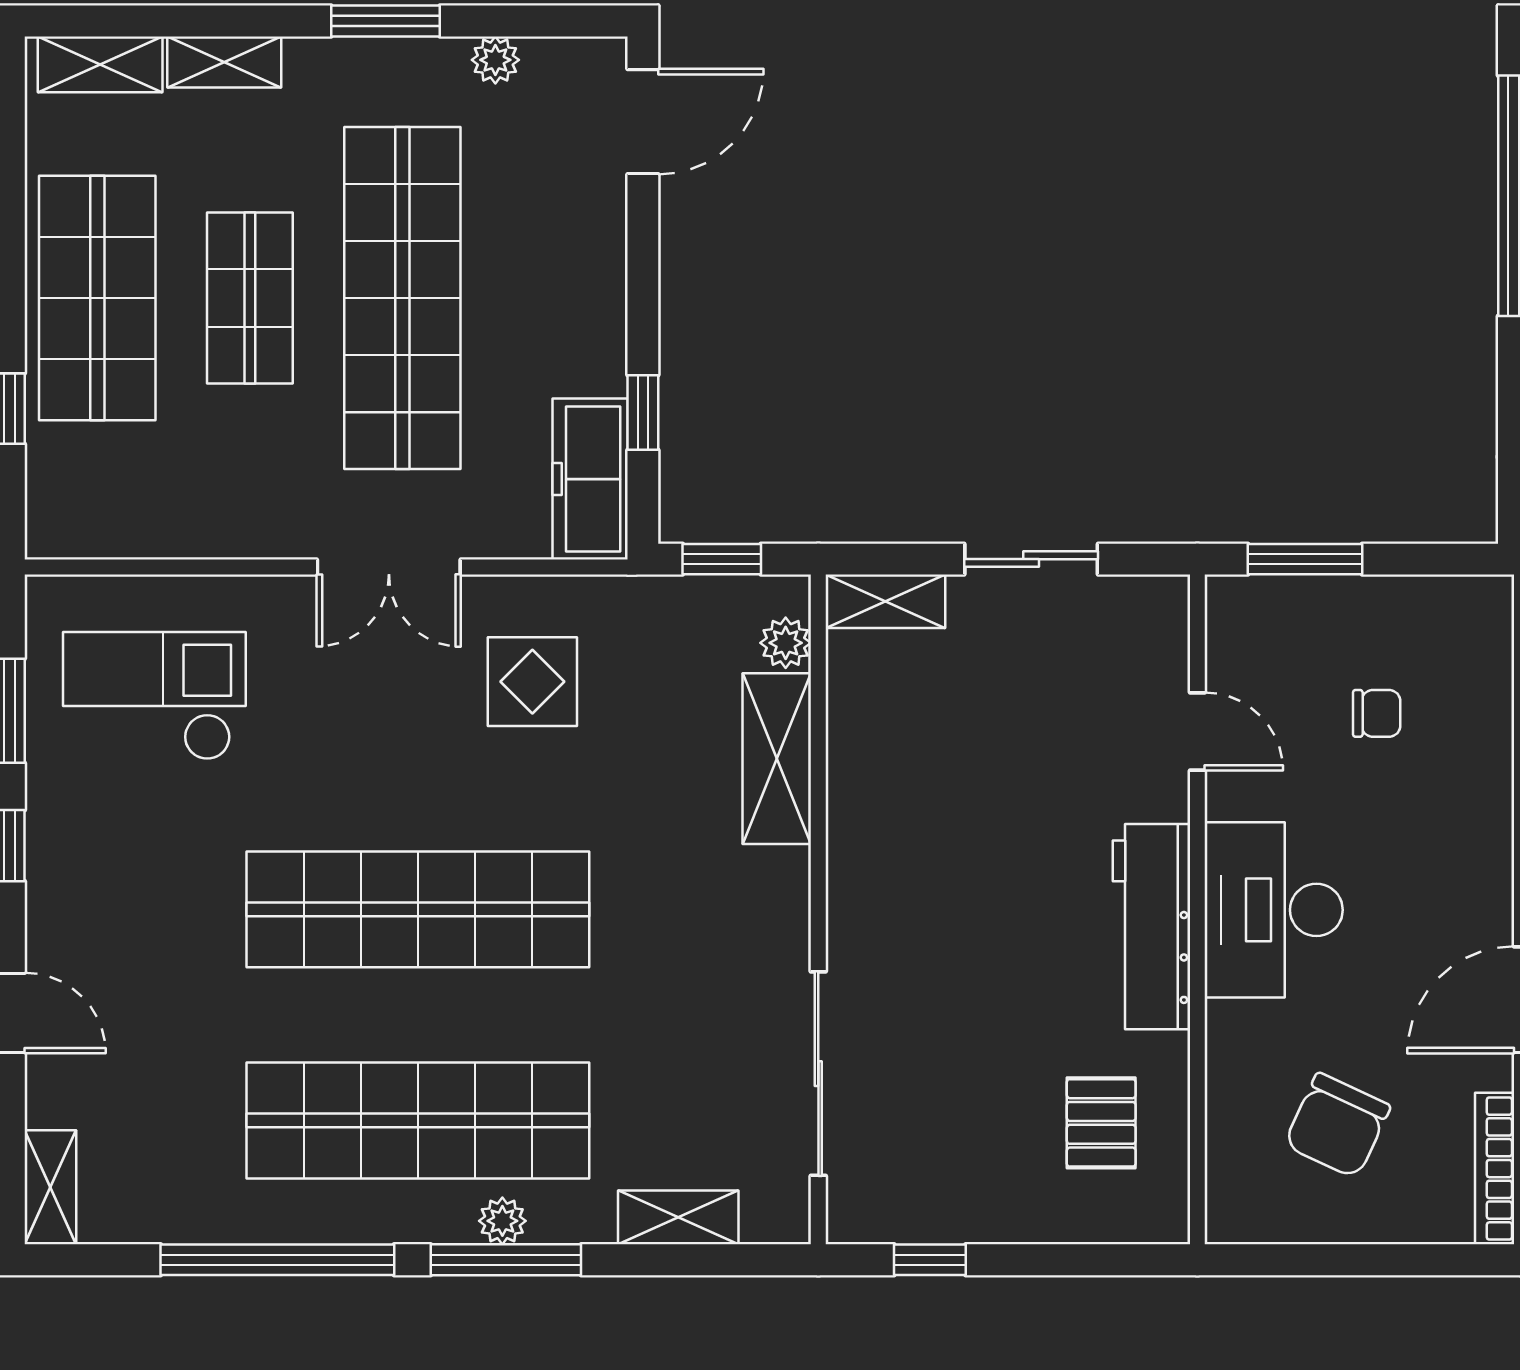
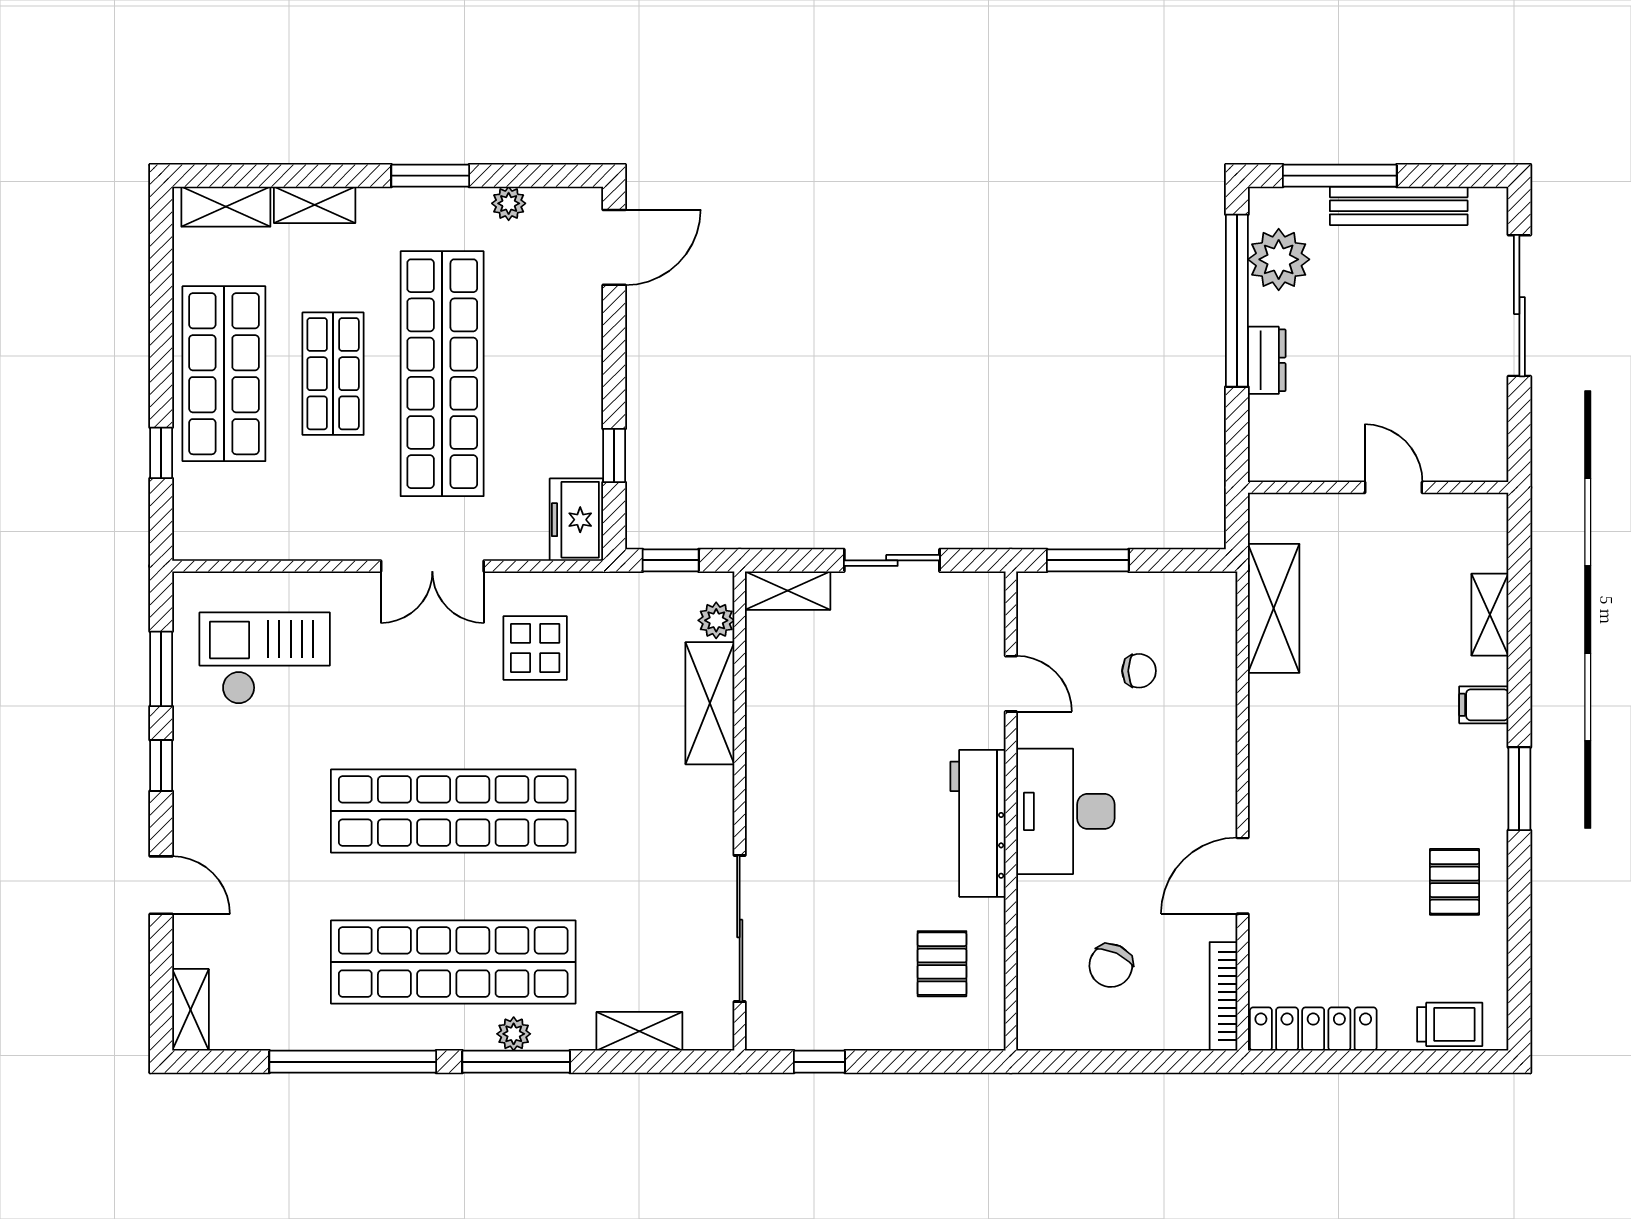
freezer: (590, 479) -> (576, 520), width x0.71
chair: (1337, 1125) -> (1111, 966), width x0.73, depth x0.73

